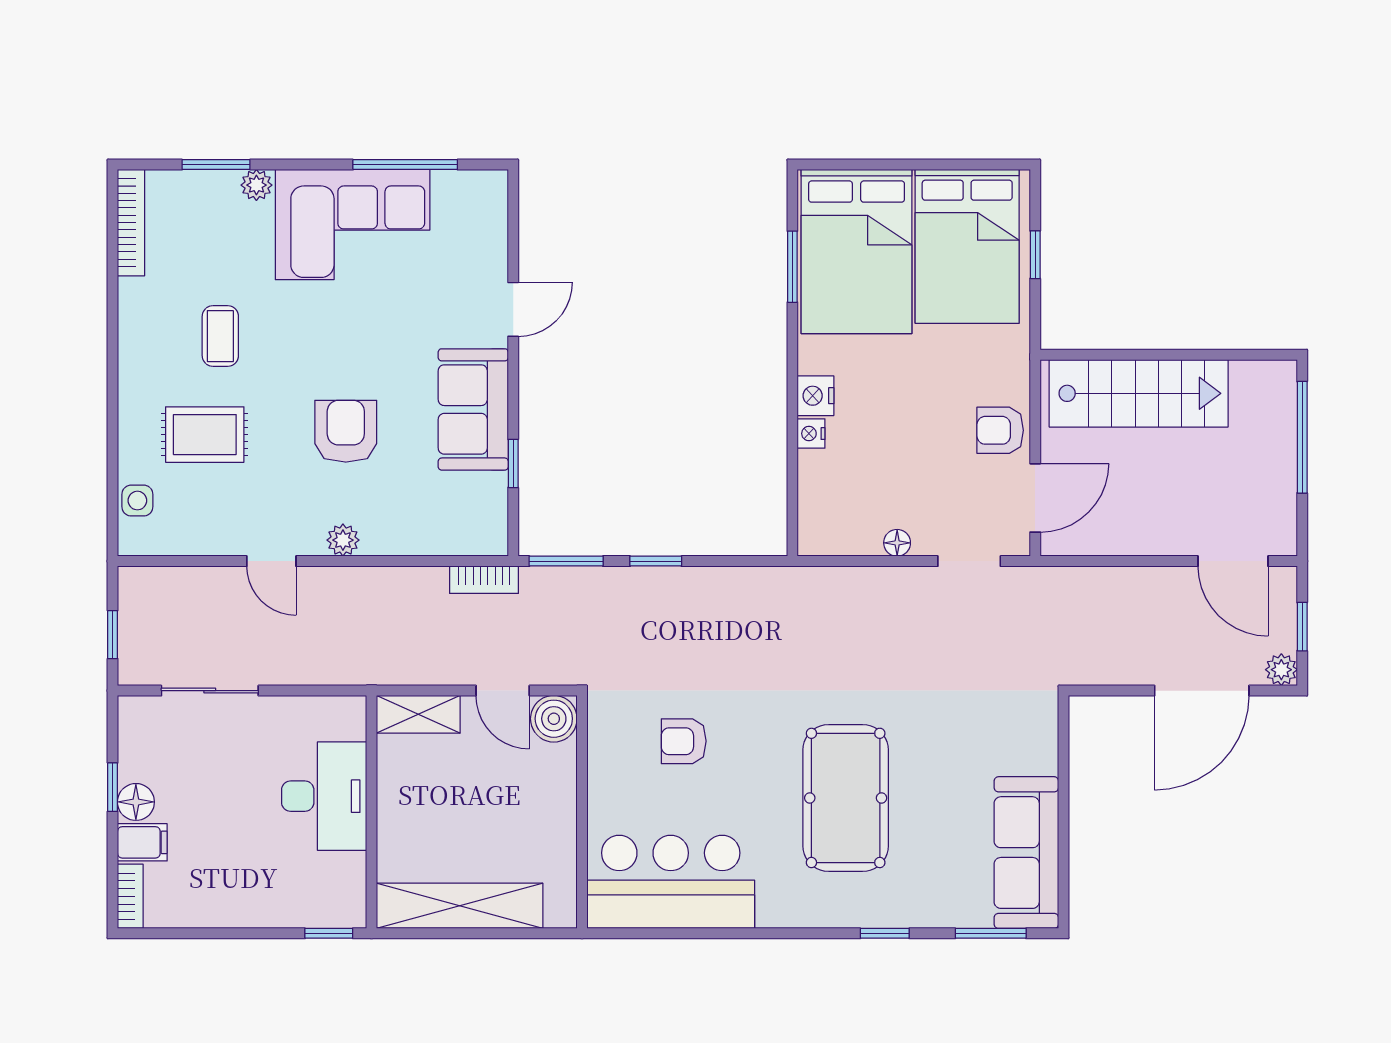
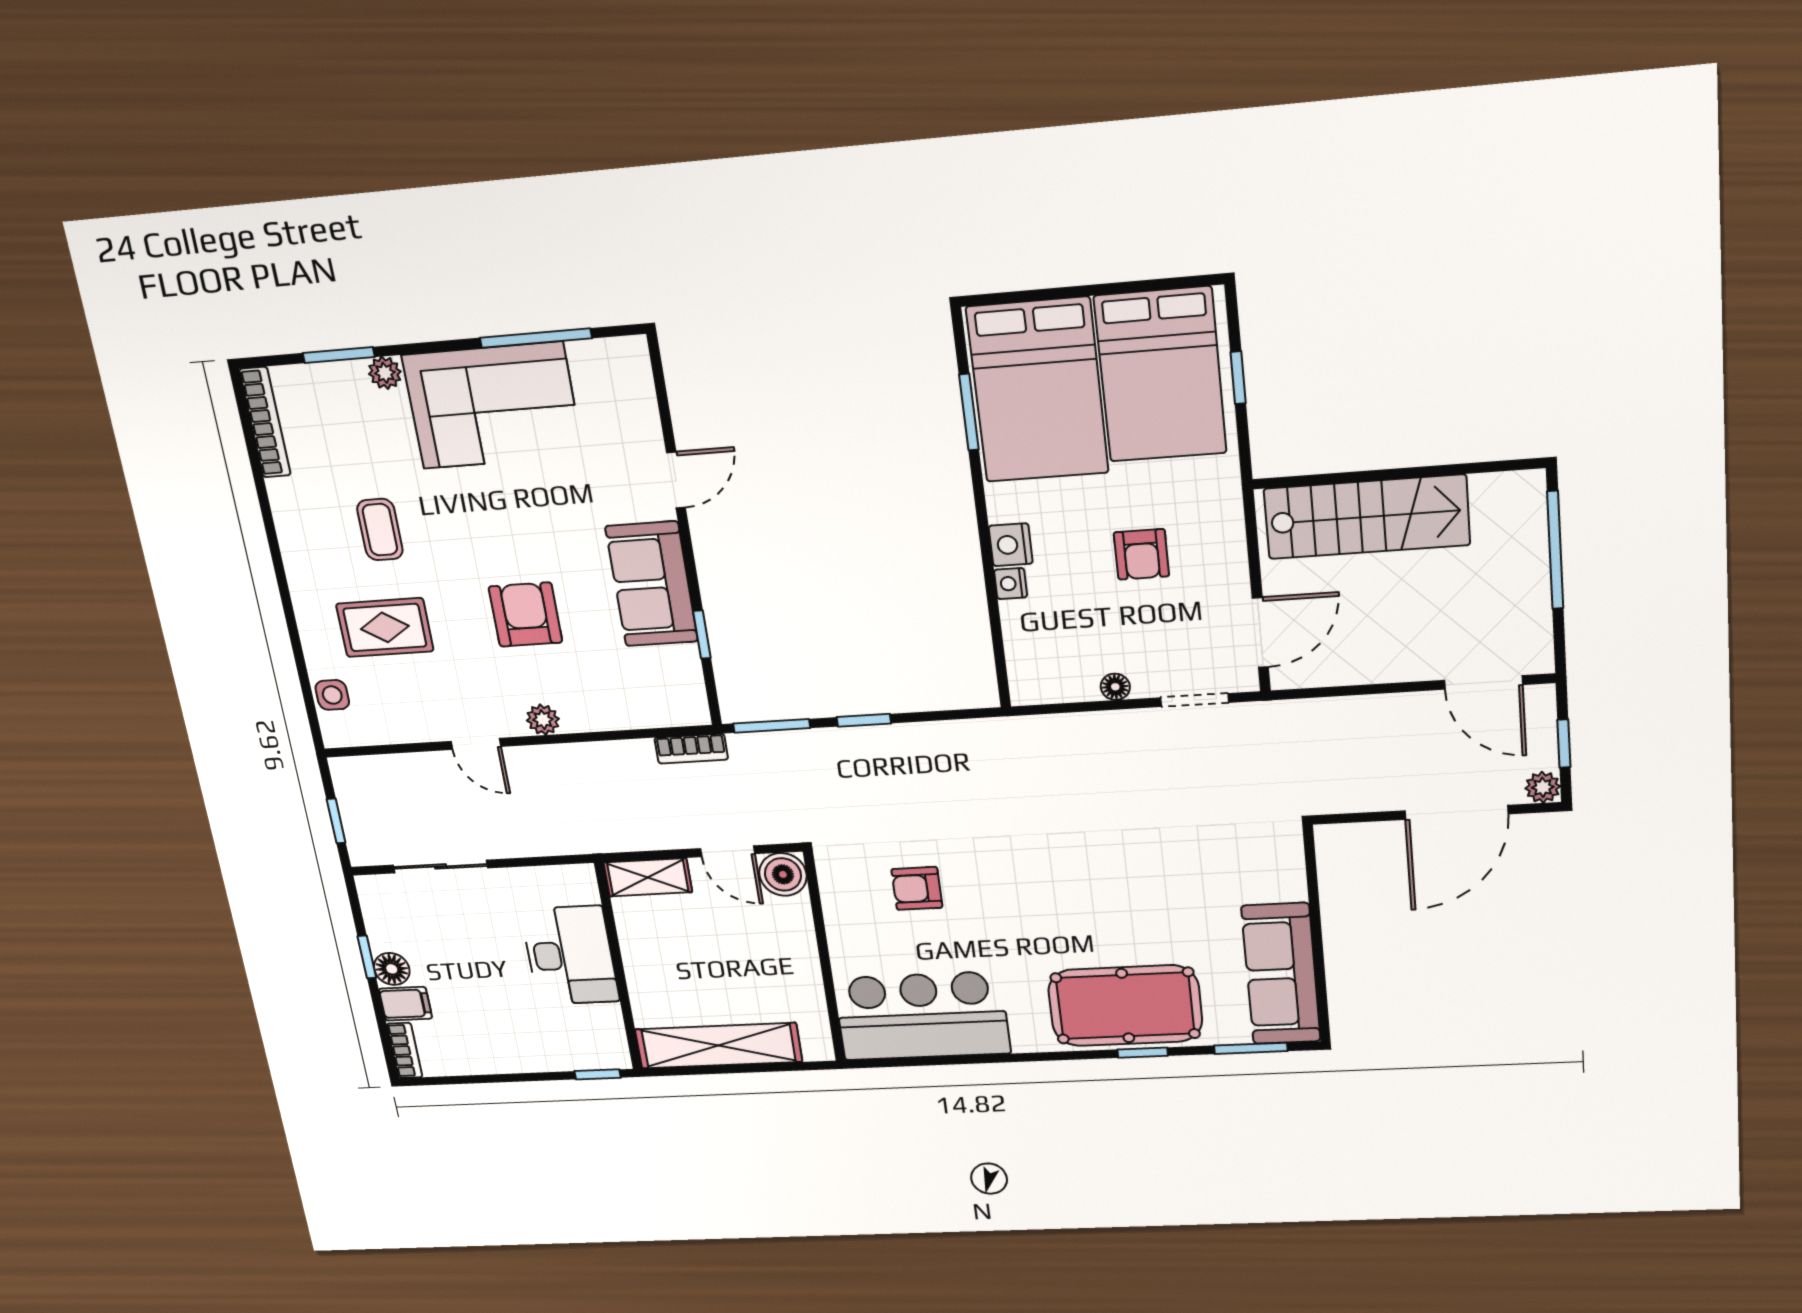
armchair: (1000, 430) -> (1141, 554), moved, turned -90
pool table: (846, 798) -> (1125, 1006), moved, turned 90

